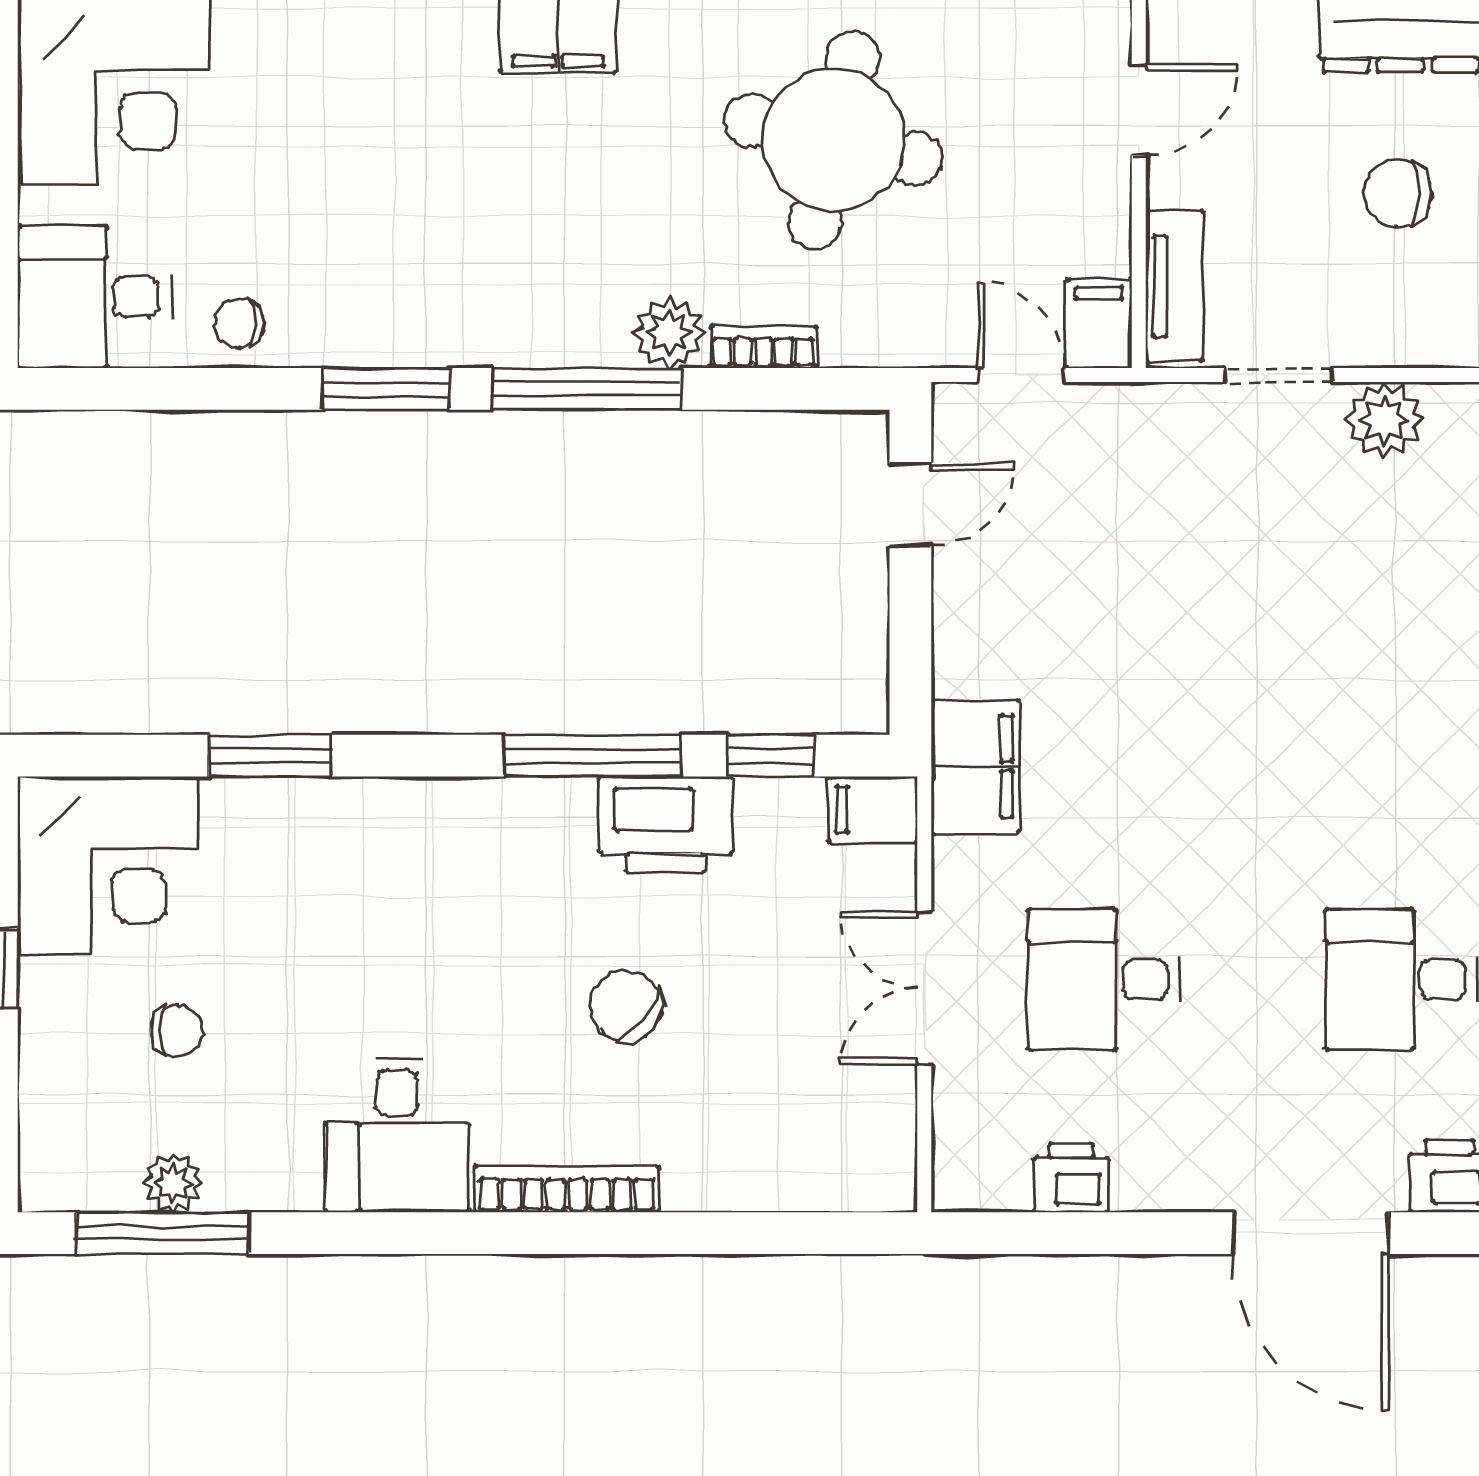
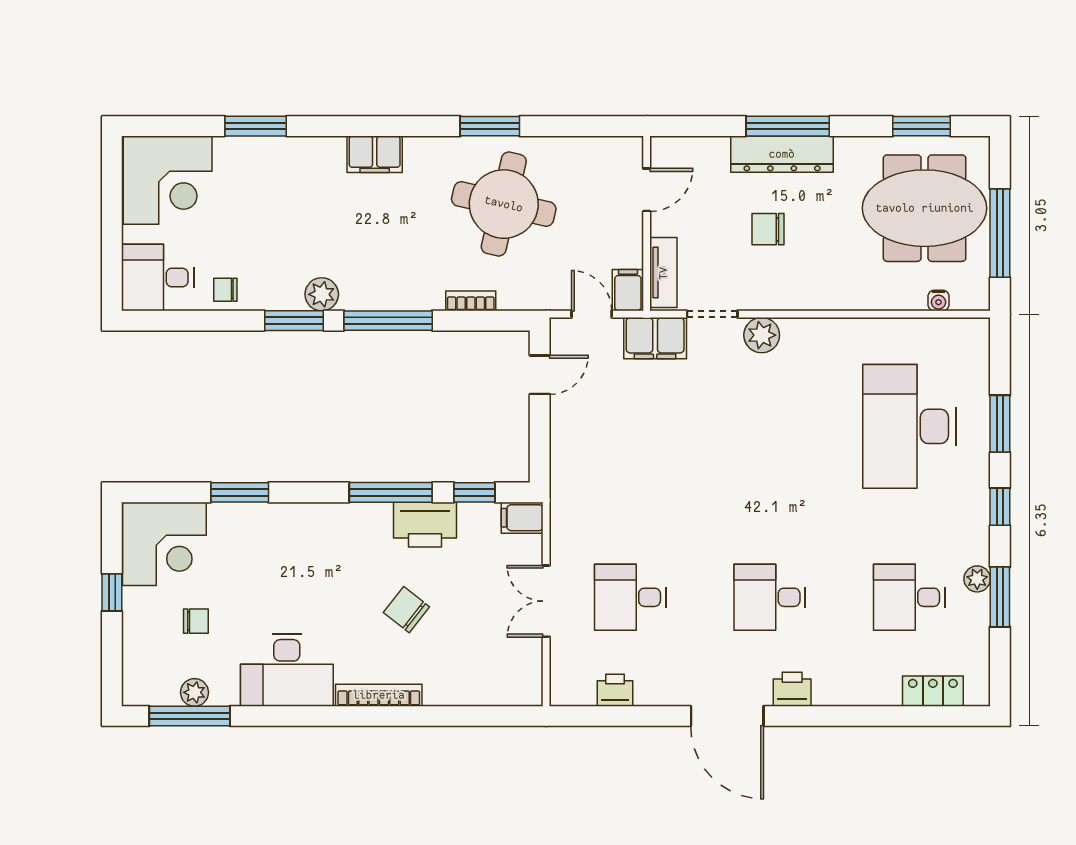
plant: (669, 333) -> (322, 294), moved
filing cabinet: (976, 766) -> (655, 338), moved, turned 90
desk: (397, 1135) -> (287, 670), width x1.37

